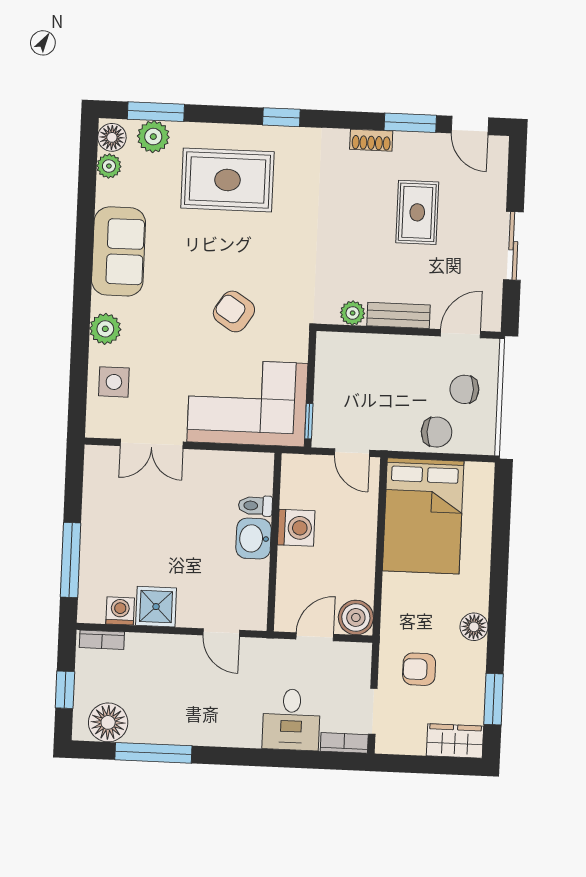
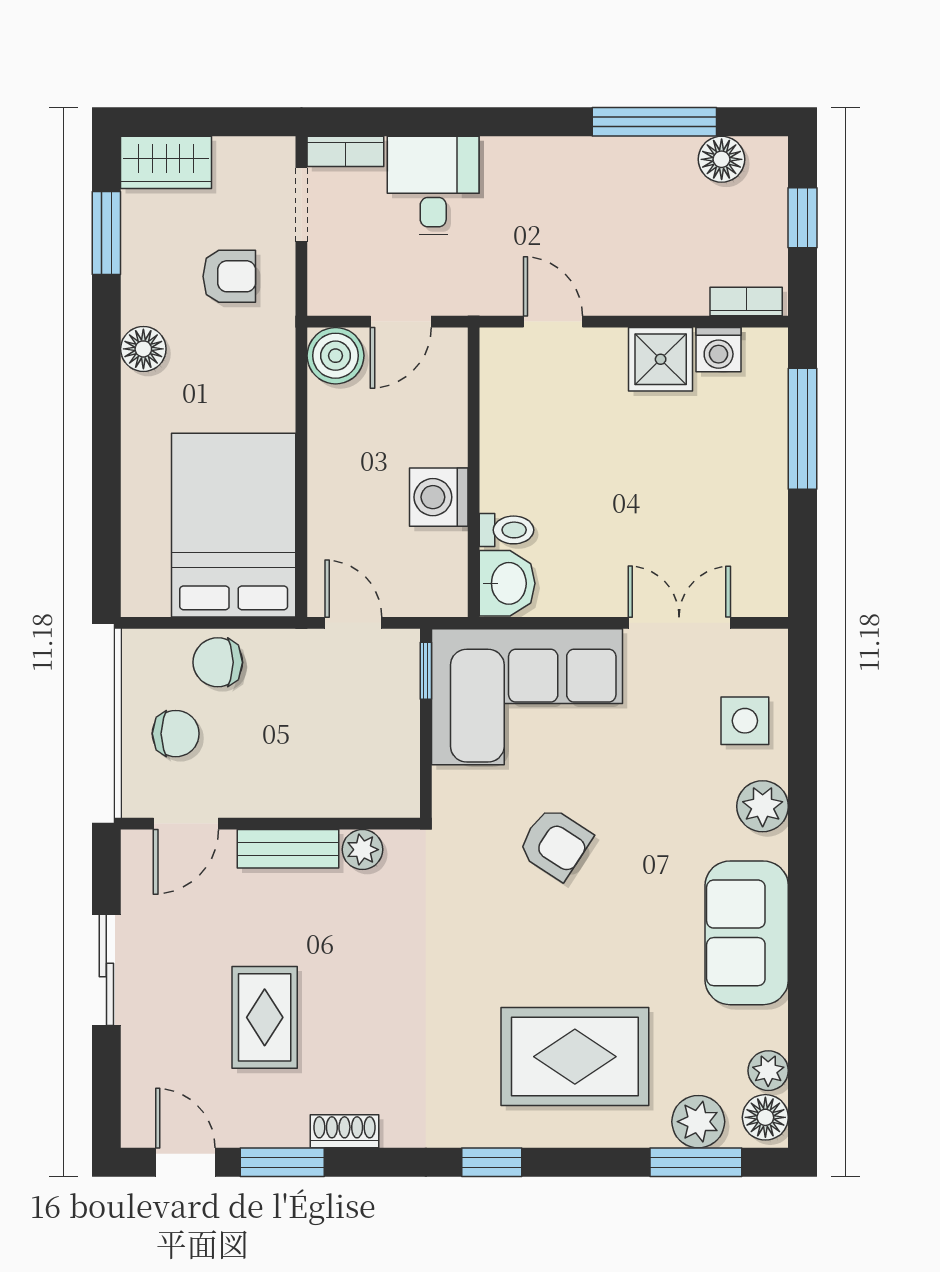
washbasin: (254, 539) -> (507, 583), moved
floor lamp: (108, 722) -> (722, 159), width x0.73, depth x0.73

